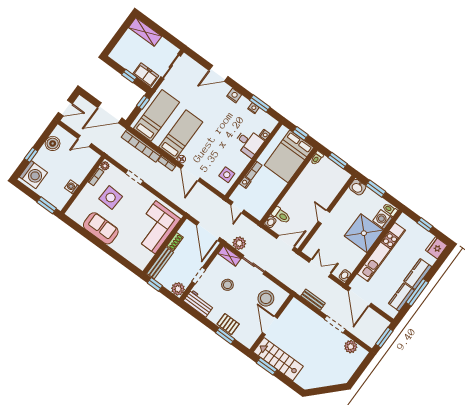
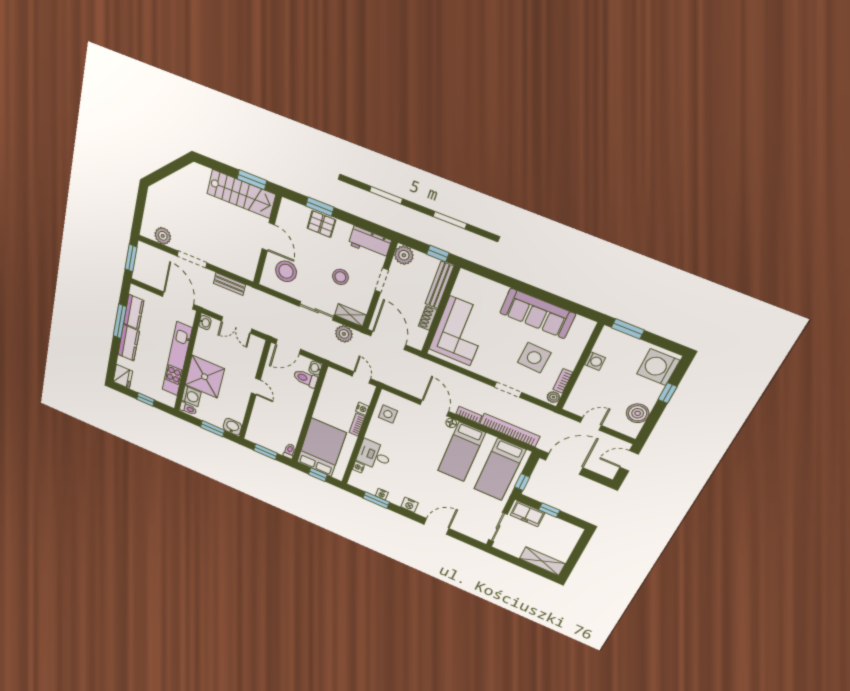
sofa: (101, 228) -> (537, 313), width x1.36

